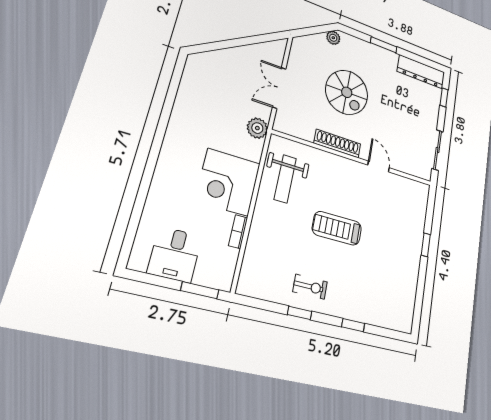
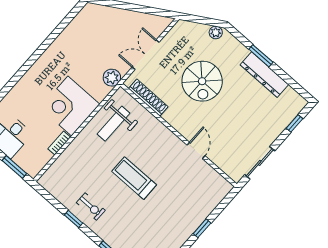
dresser: (421, 72) -> (264, 75), moved
shoe rack: (337, 144) -> (148, 98), moved

